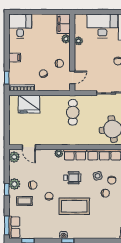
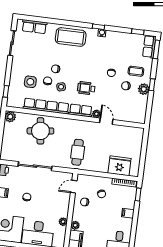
door: (29, 147) -> (106, 121), moved
plant: (14, 157) -> (141, 116), removed
coffee table: (74, 206) -> (71, 37), moved

